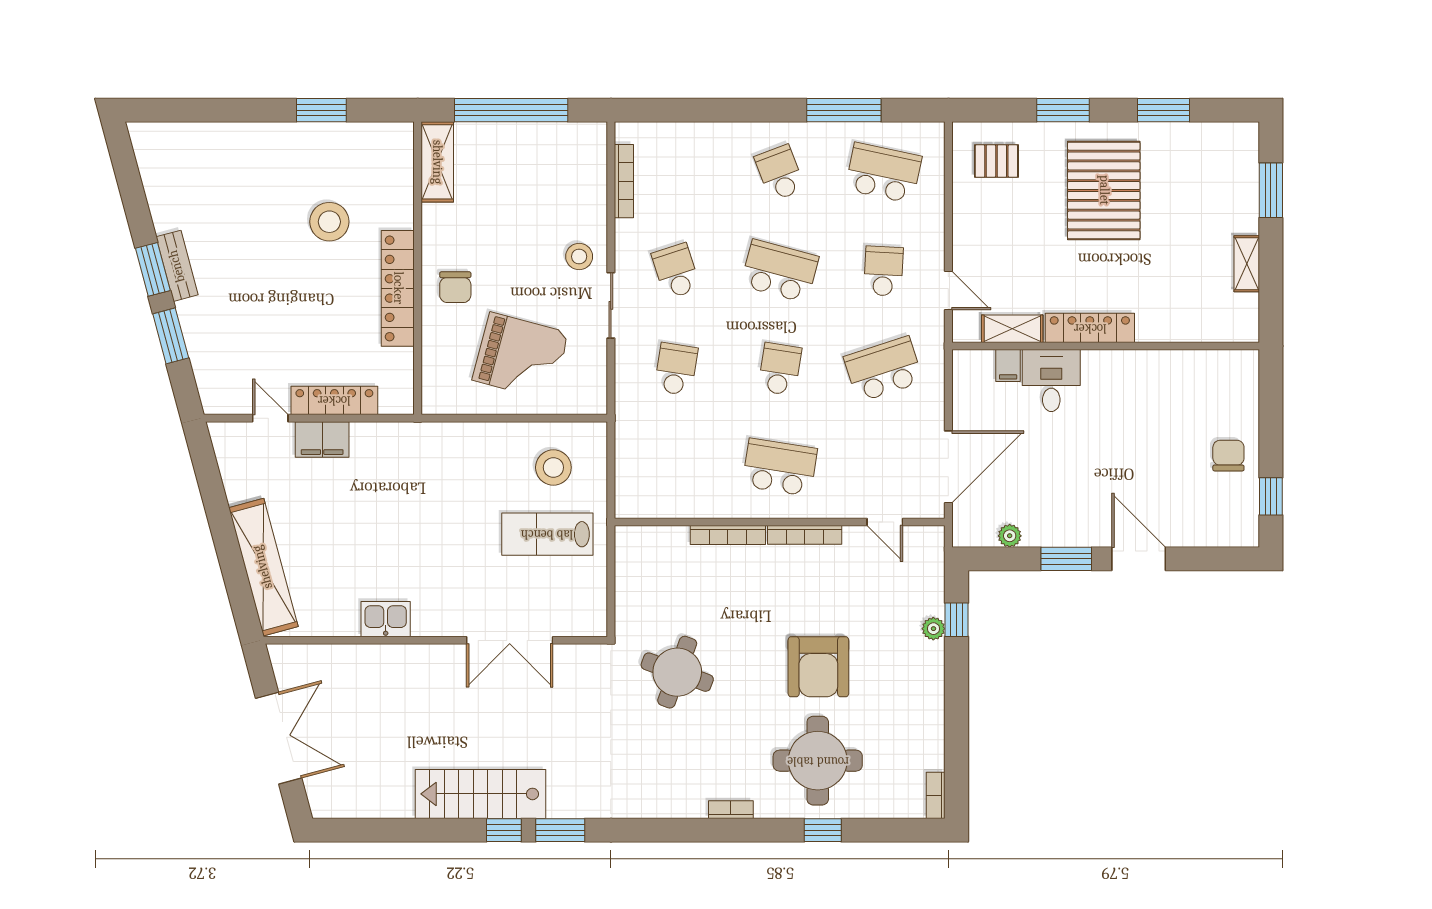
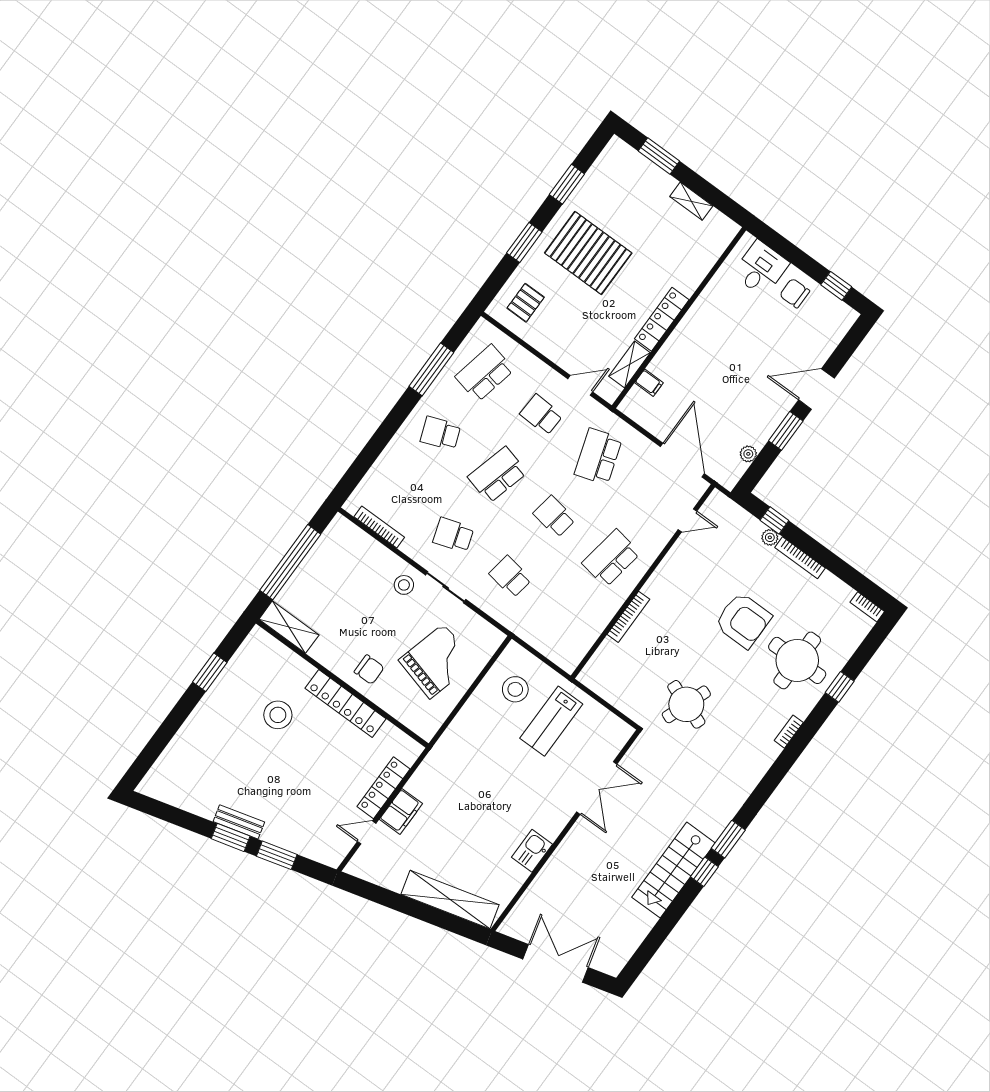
desk: (1051, 381) -> (761, 269), moved, turned 90
bookcase: (805, 535) -> (800, 558), moved, turned 90

